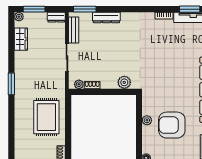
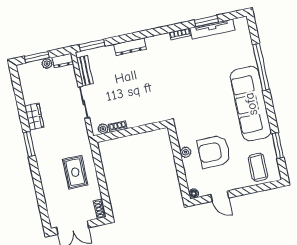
plant: (19, 17) -> (47, 64), moved
dresser: (106, 17) -> (130, 47), moved
wardrobe: (21, 39) -> (34, 117), moved
plant: (124, 82) -> (152, 116), removed
rug: (46, 117) -> (75, 172), width x0.73, depth x0.70

